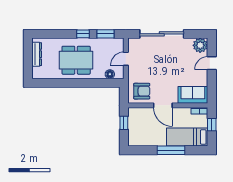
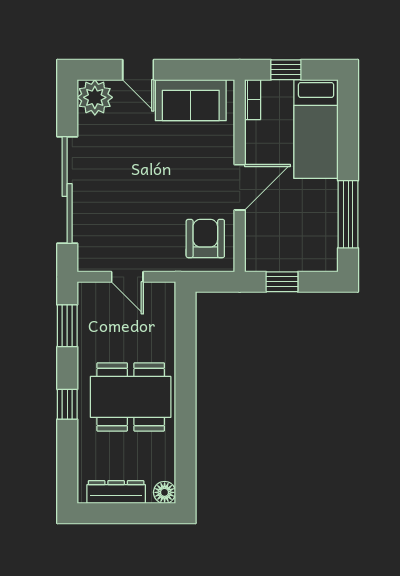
window: (83, 34) -> (67, 404), moved
dining table: (76, 60) -> (131, 397), turned 90
floor lamp: (110, 74) -> (165, 492), moved
sofa: (193, 95) -> (191, 100), moved, turned -90
window: (171, 150) -> (348, 214), moved

